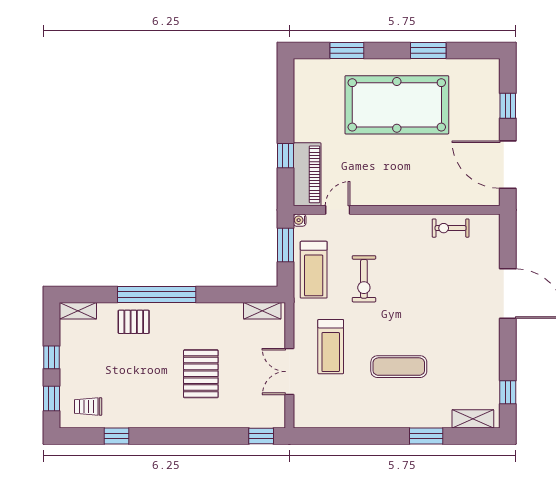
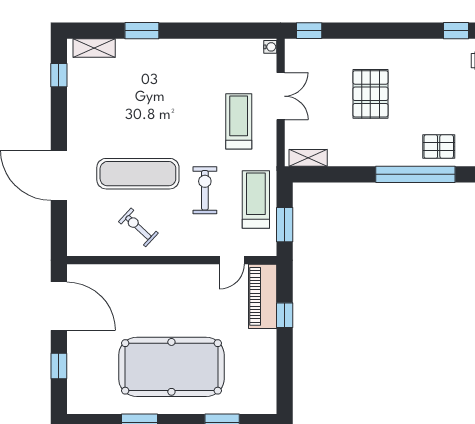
water cooler: (300, 220) -> (270, 47), moved
exercise bike: (451, 228) -> (138, 227), moved, turned -137
exercise mat: (399, 367) -> (138, 174), moved, width x1.36, depth x1.45

